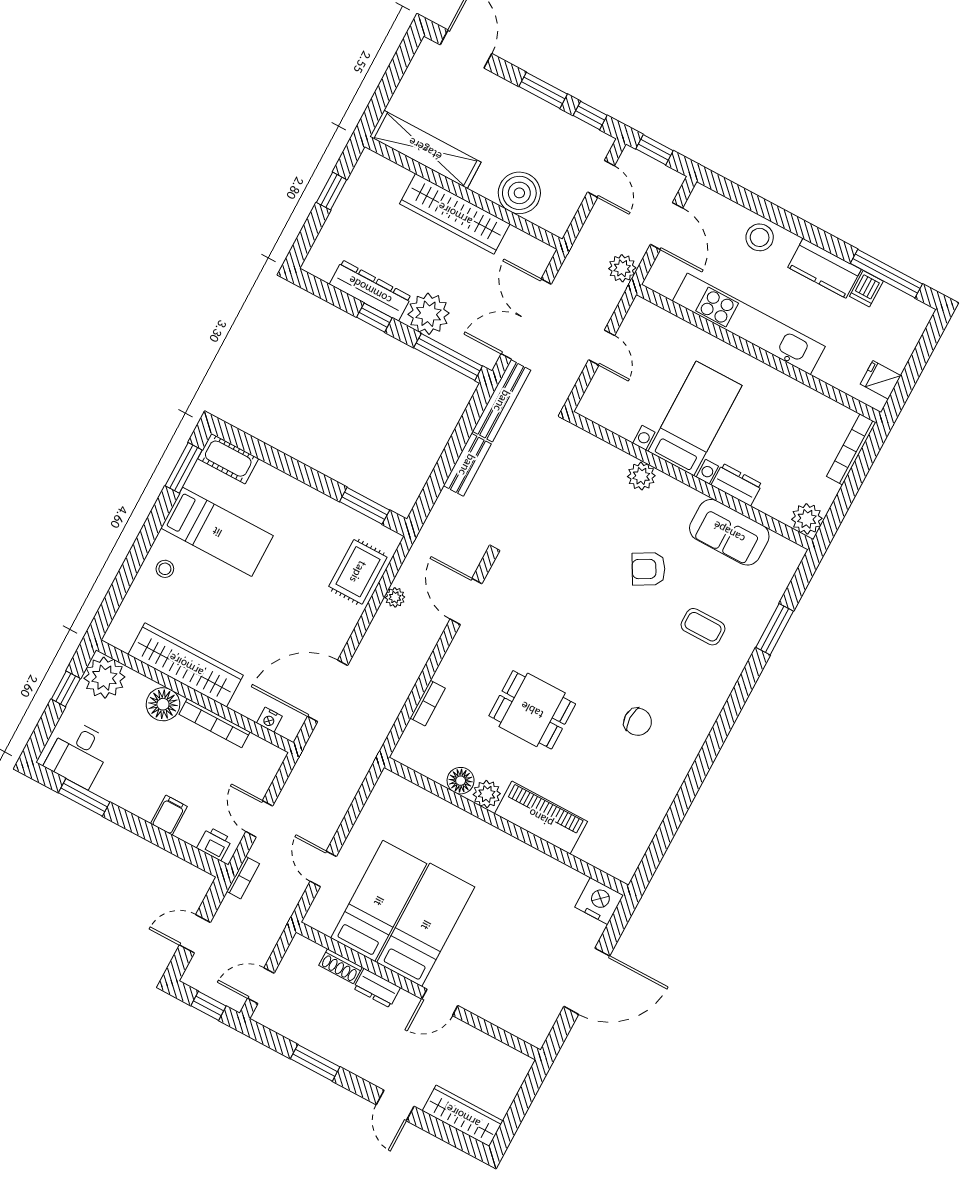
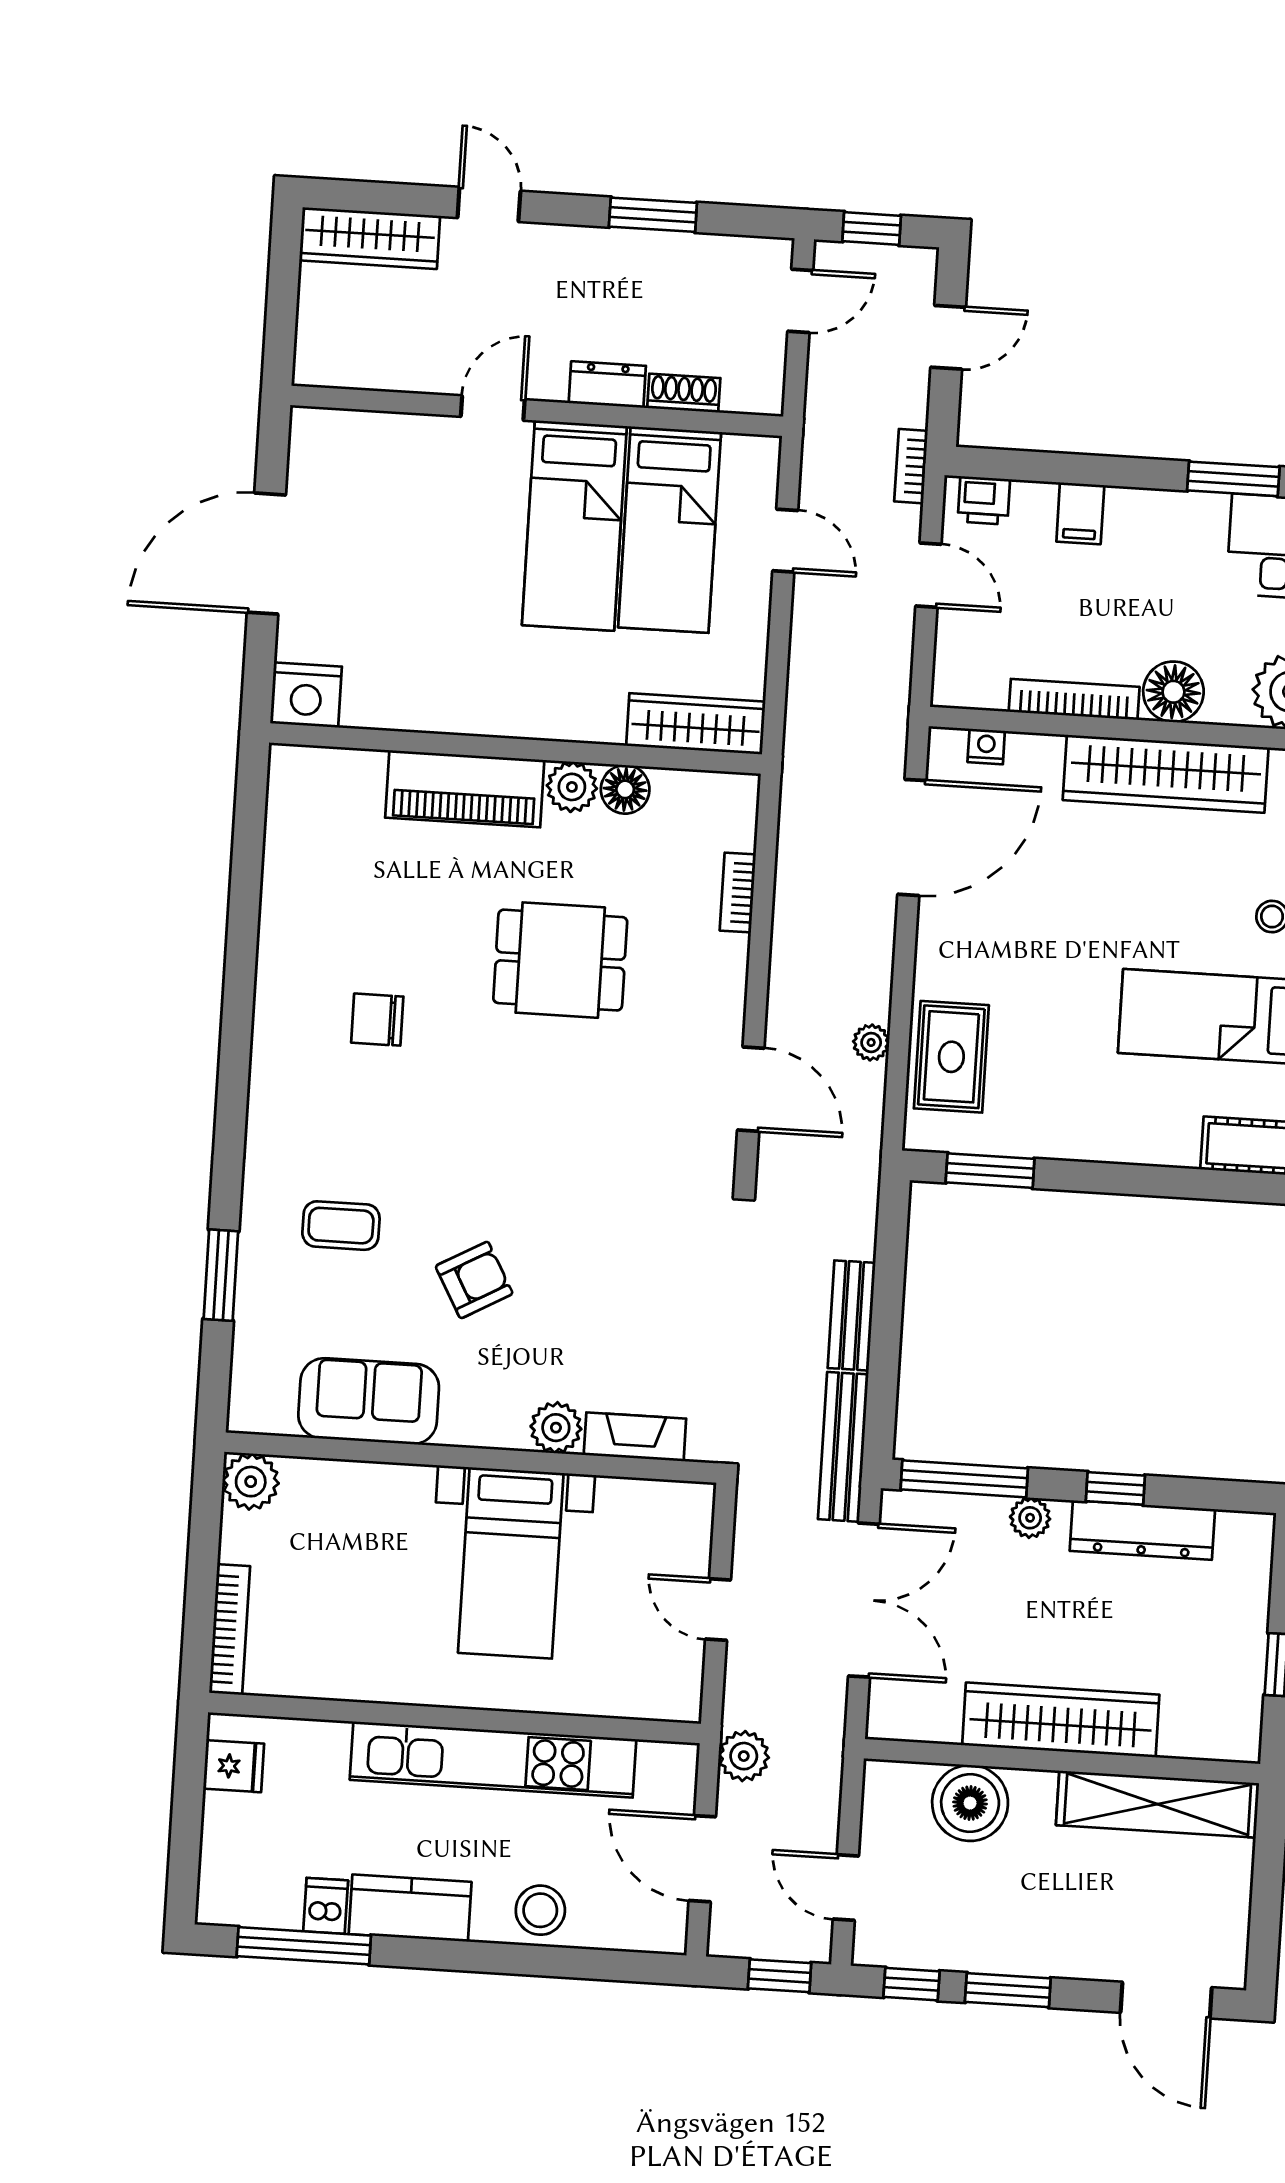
plant: (429, 314) -> (1030, 1518), width x0.53, depth x0.53
fireplace: (604, 453) -> (635, 1437), added
dresser: (737, 485) -> (392, 1485), removed
wardrobe: (410, 797) -> (696, 724), added

